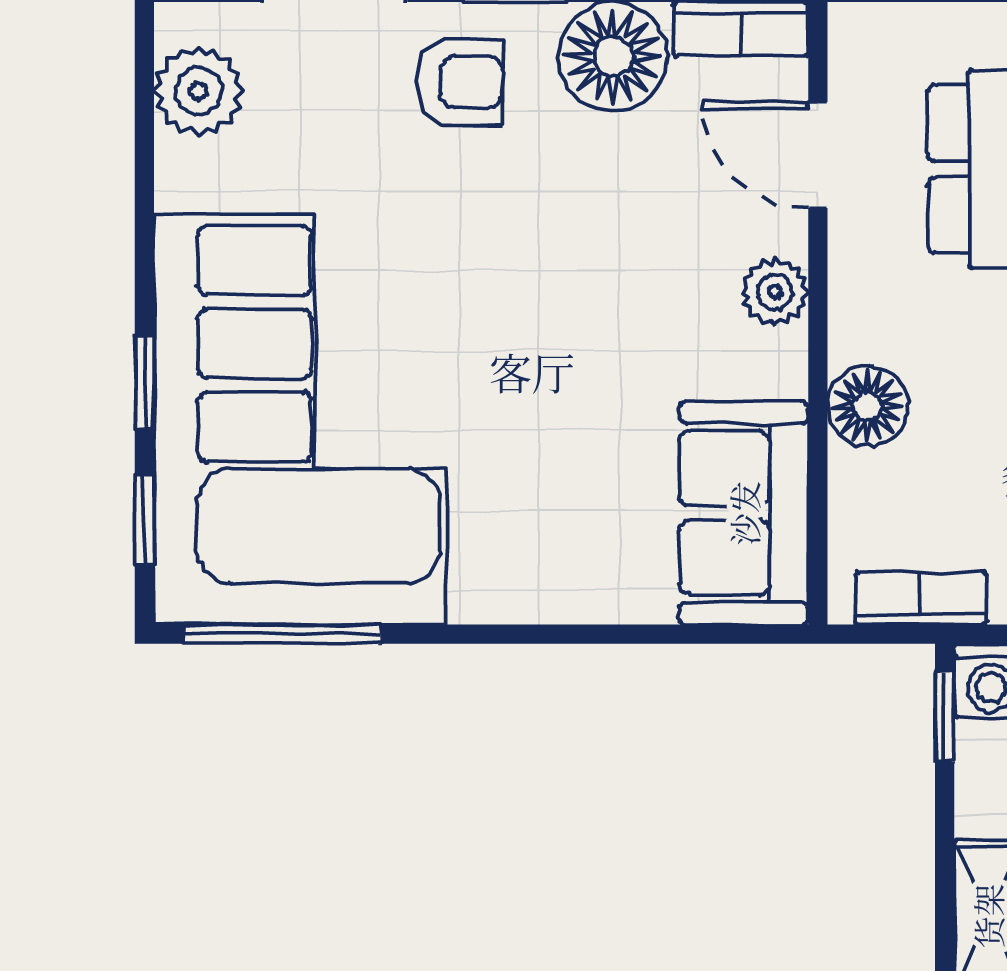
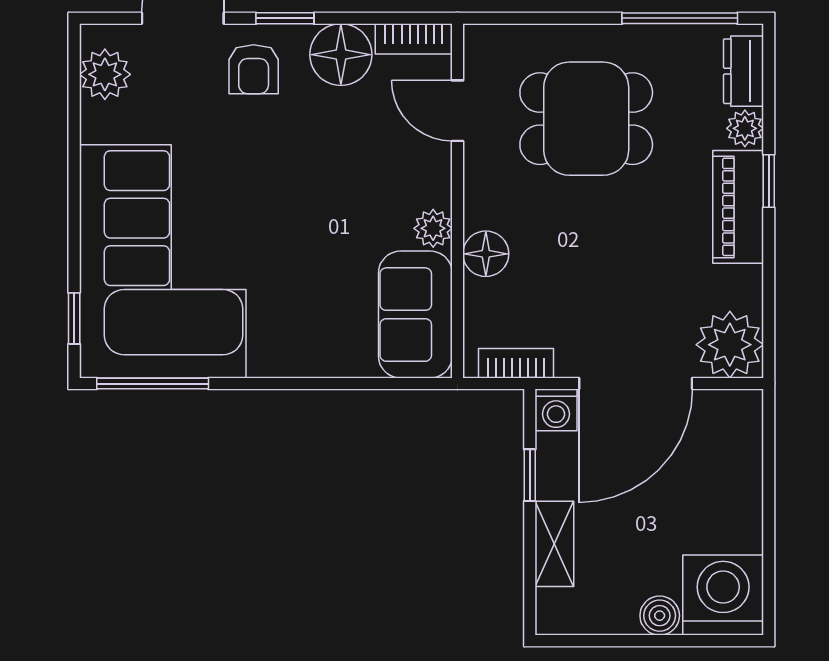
armchair: (460, 82) -> (254, 69), turned 90
plant: (775, 292) -> (433, 228), moved
window: (144, 382) -> (74, 240), removed
window: (945, 717) -> (530, 475), moved

